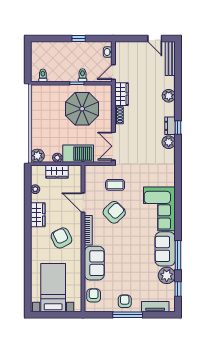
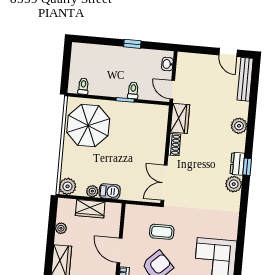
door: (113, 72) -> (172, 90), hinge flipped
parasol: (82, 109) -> (88, 126), moved
barbecue: (78, 154) -> (110, 191), width x0.53, depth x0.65

